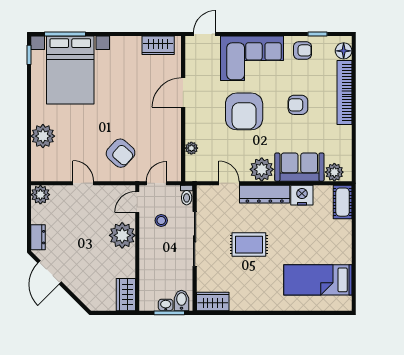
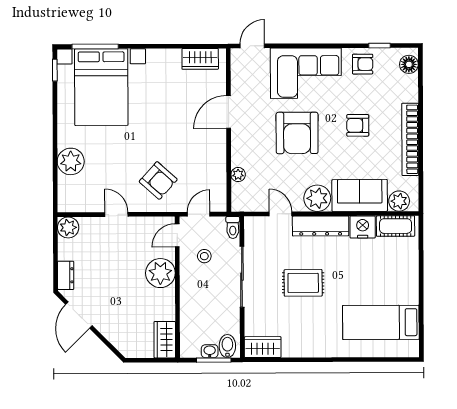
bookcase: (344, 93) -> (410, 139), moved
cot: (343, 202) -> (396, 226), moved, turned 90

